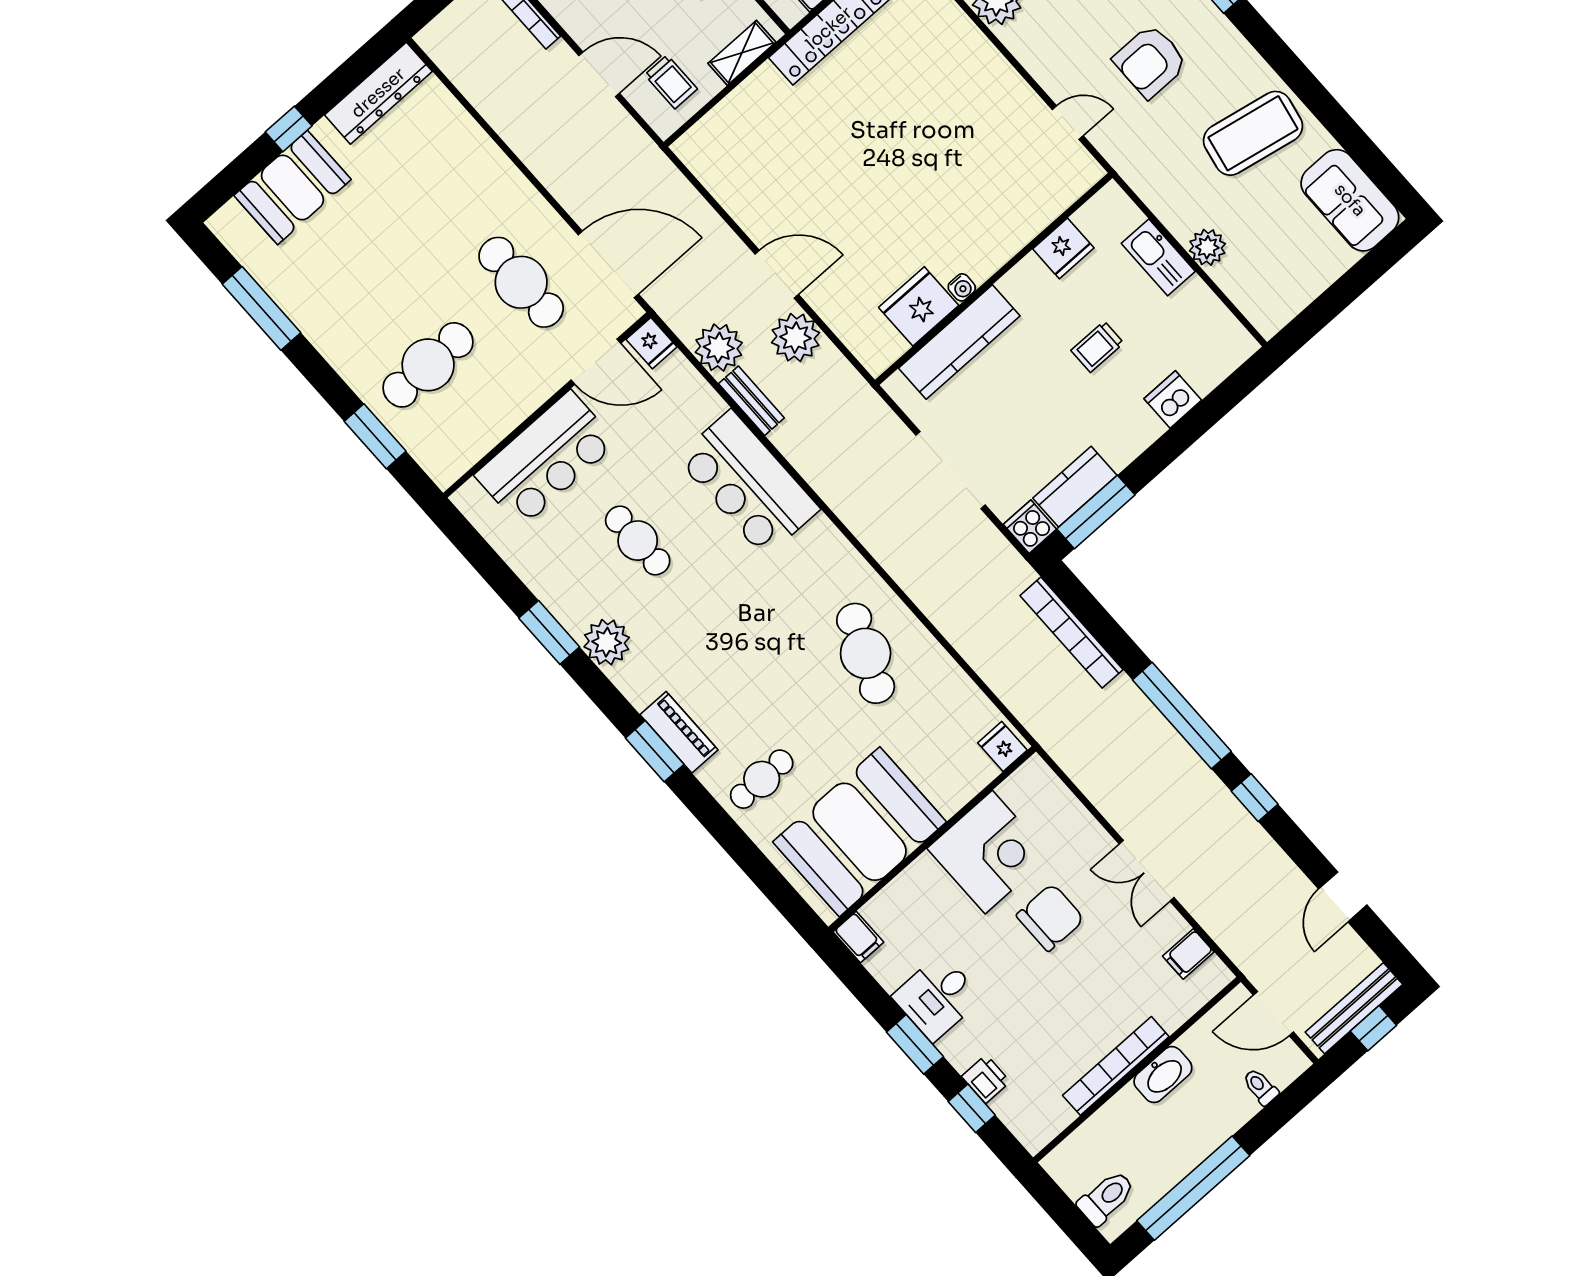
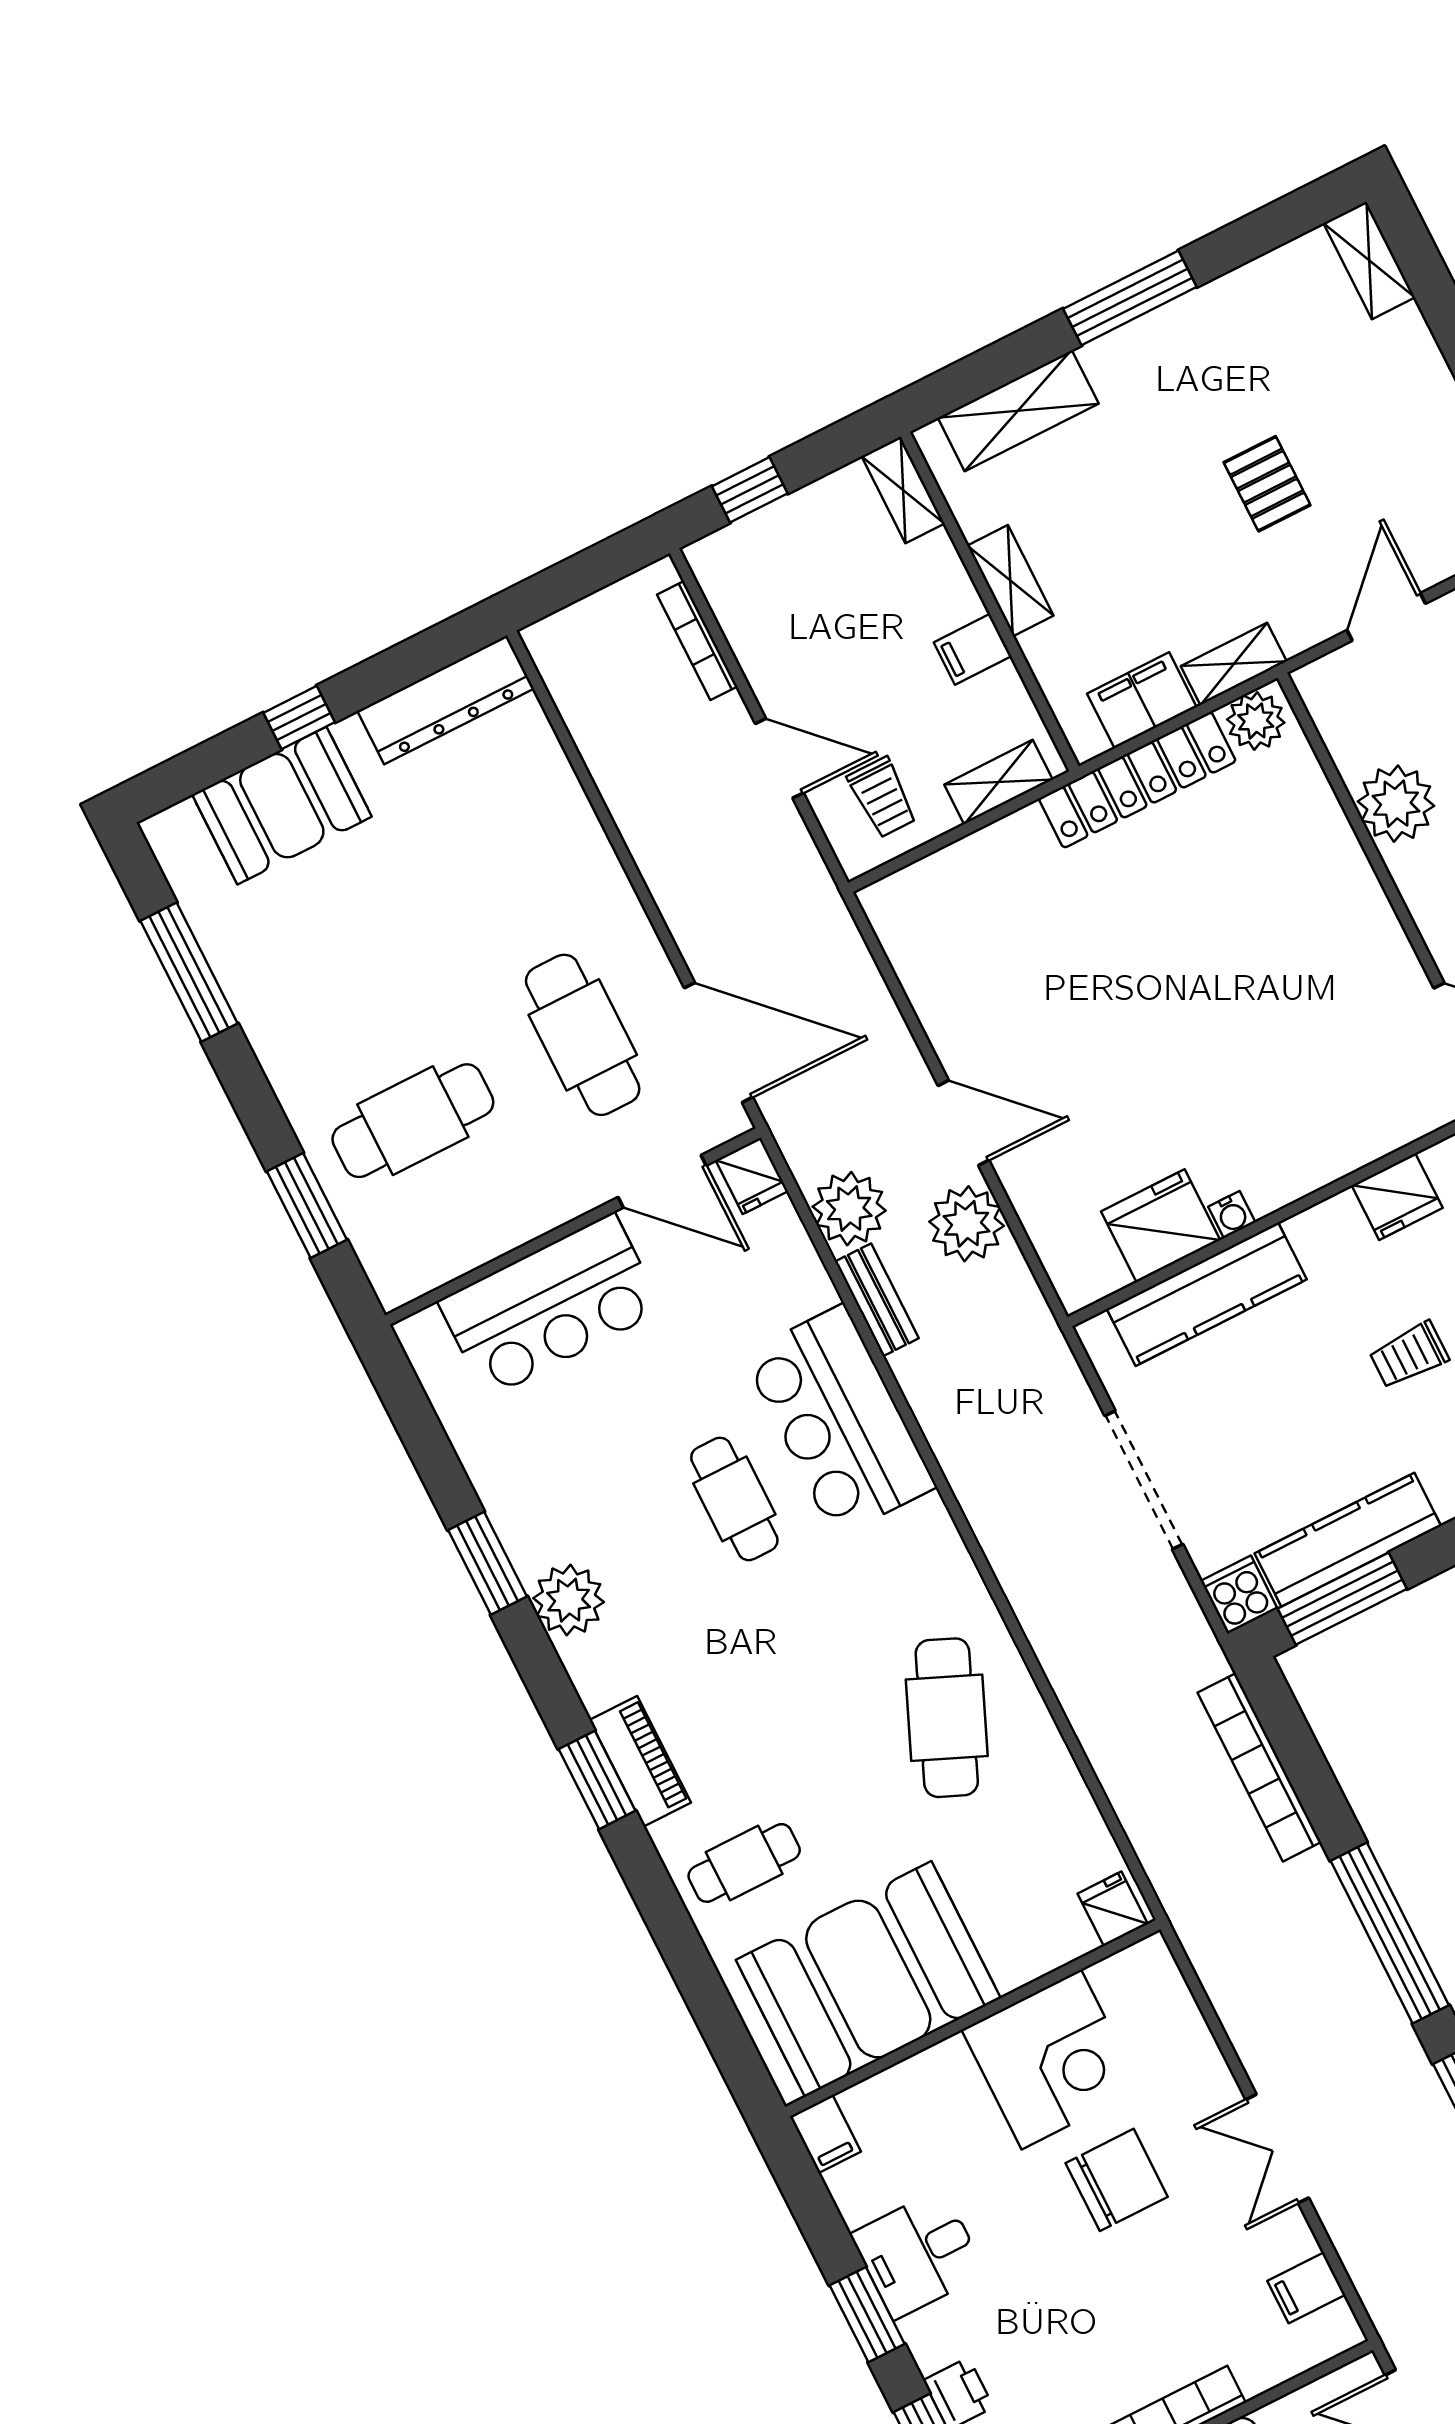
kitchen counter: (1075, 487) -> (1348, 1540), width x1.50
cafe table: (638, 541) -> (734, 1499), moved

